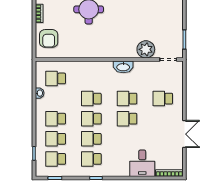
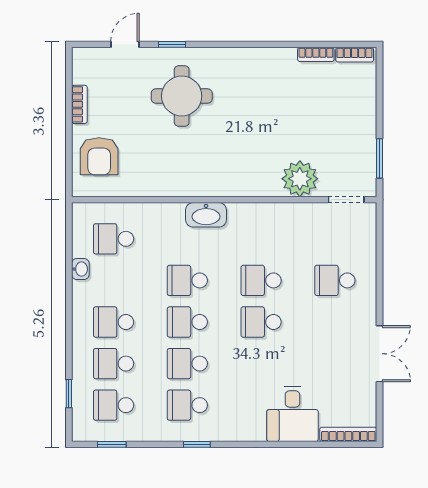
washbasin: (123, 67) -> (206, 215), moved

